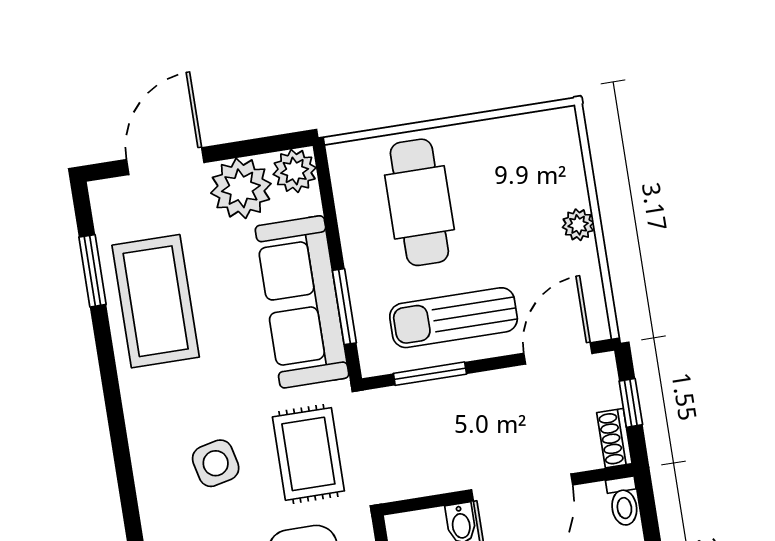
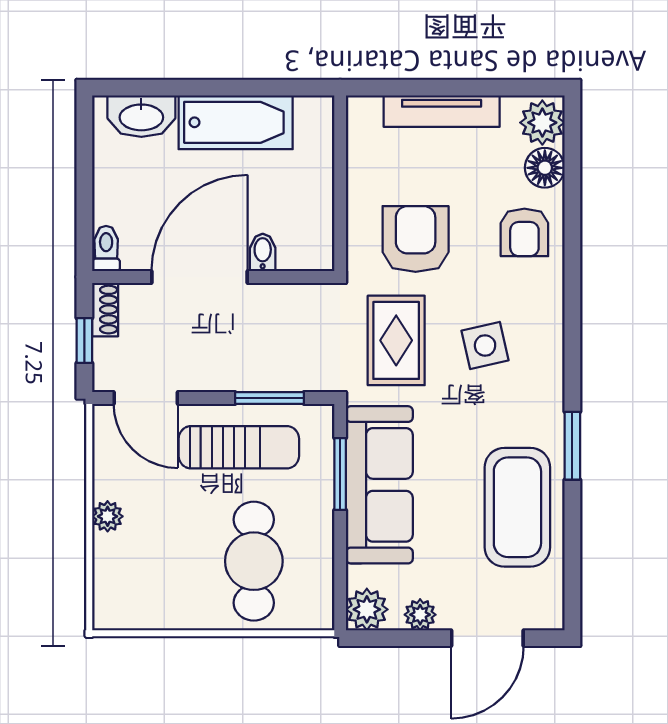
plant: (241, 188) -> (420, 615), width x0.53, depth x0.53
window: (92, 271) -> (572, 446), moved
door: (558, 353) -> (146, 398), hinge flipped

